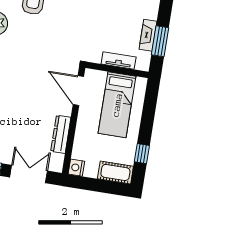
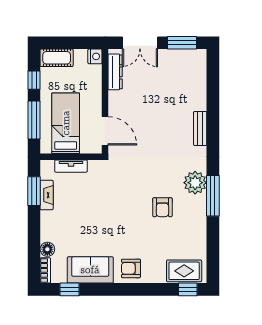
window: (148, 113) -> (34, 120), added
dresser: (61, 134) -> (115, 72), moved

